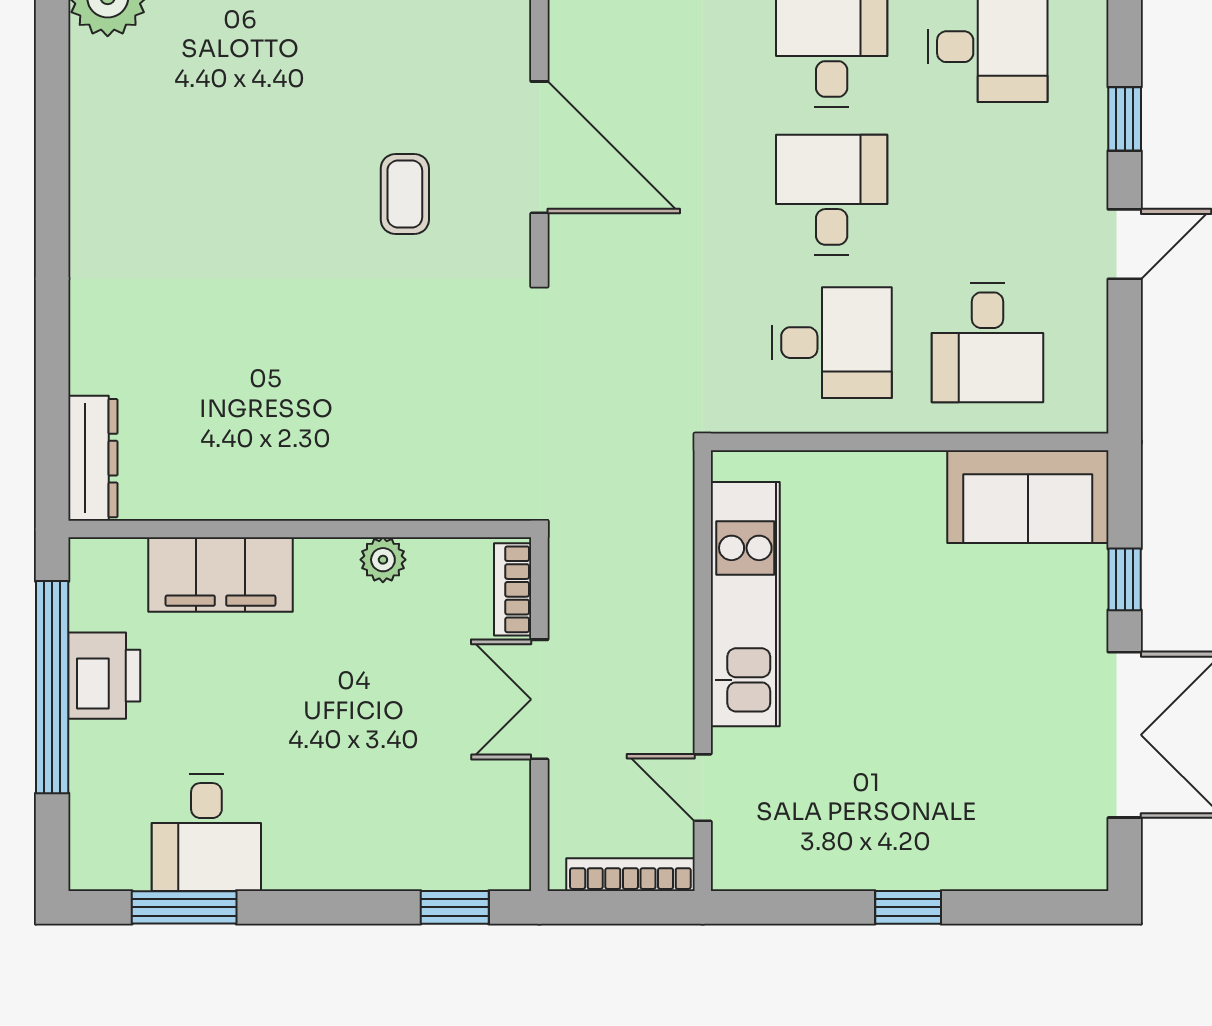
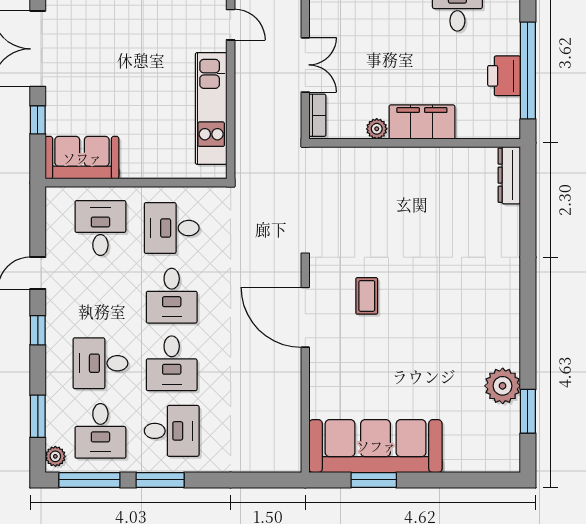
filing cabinet: (220, 574) -> (422, 122), moved

